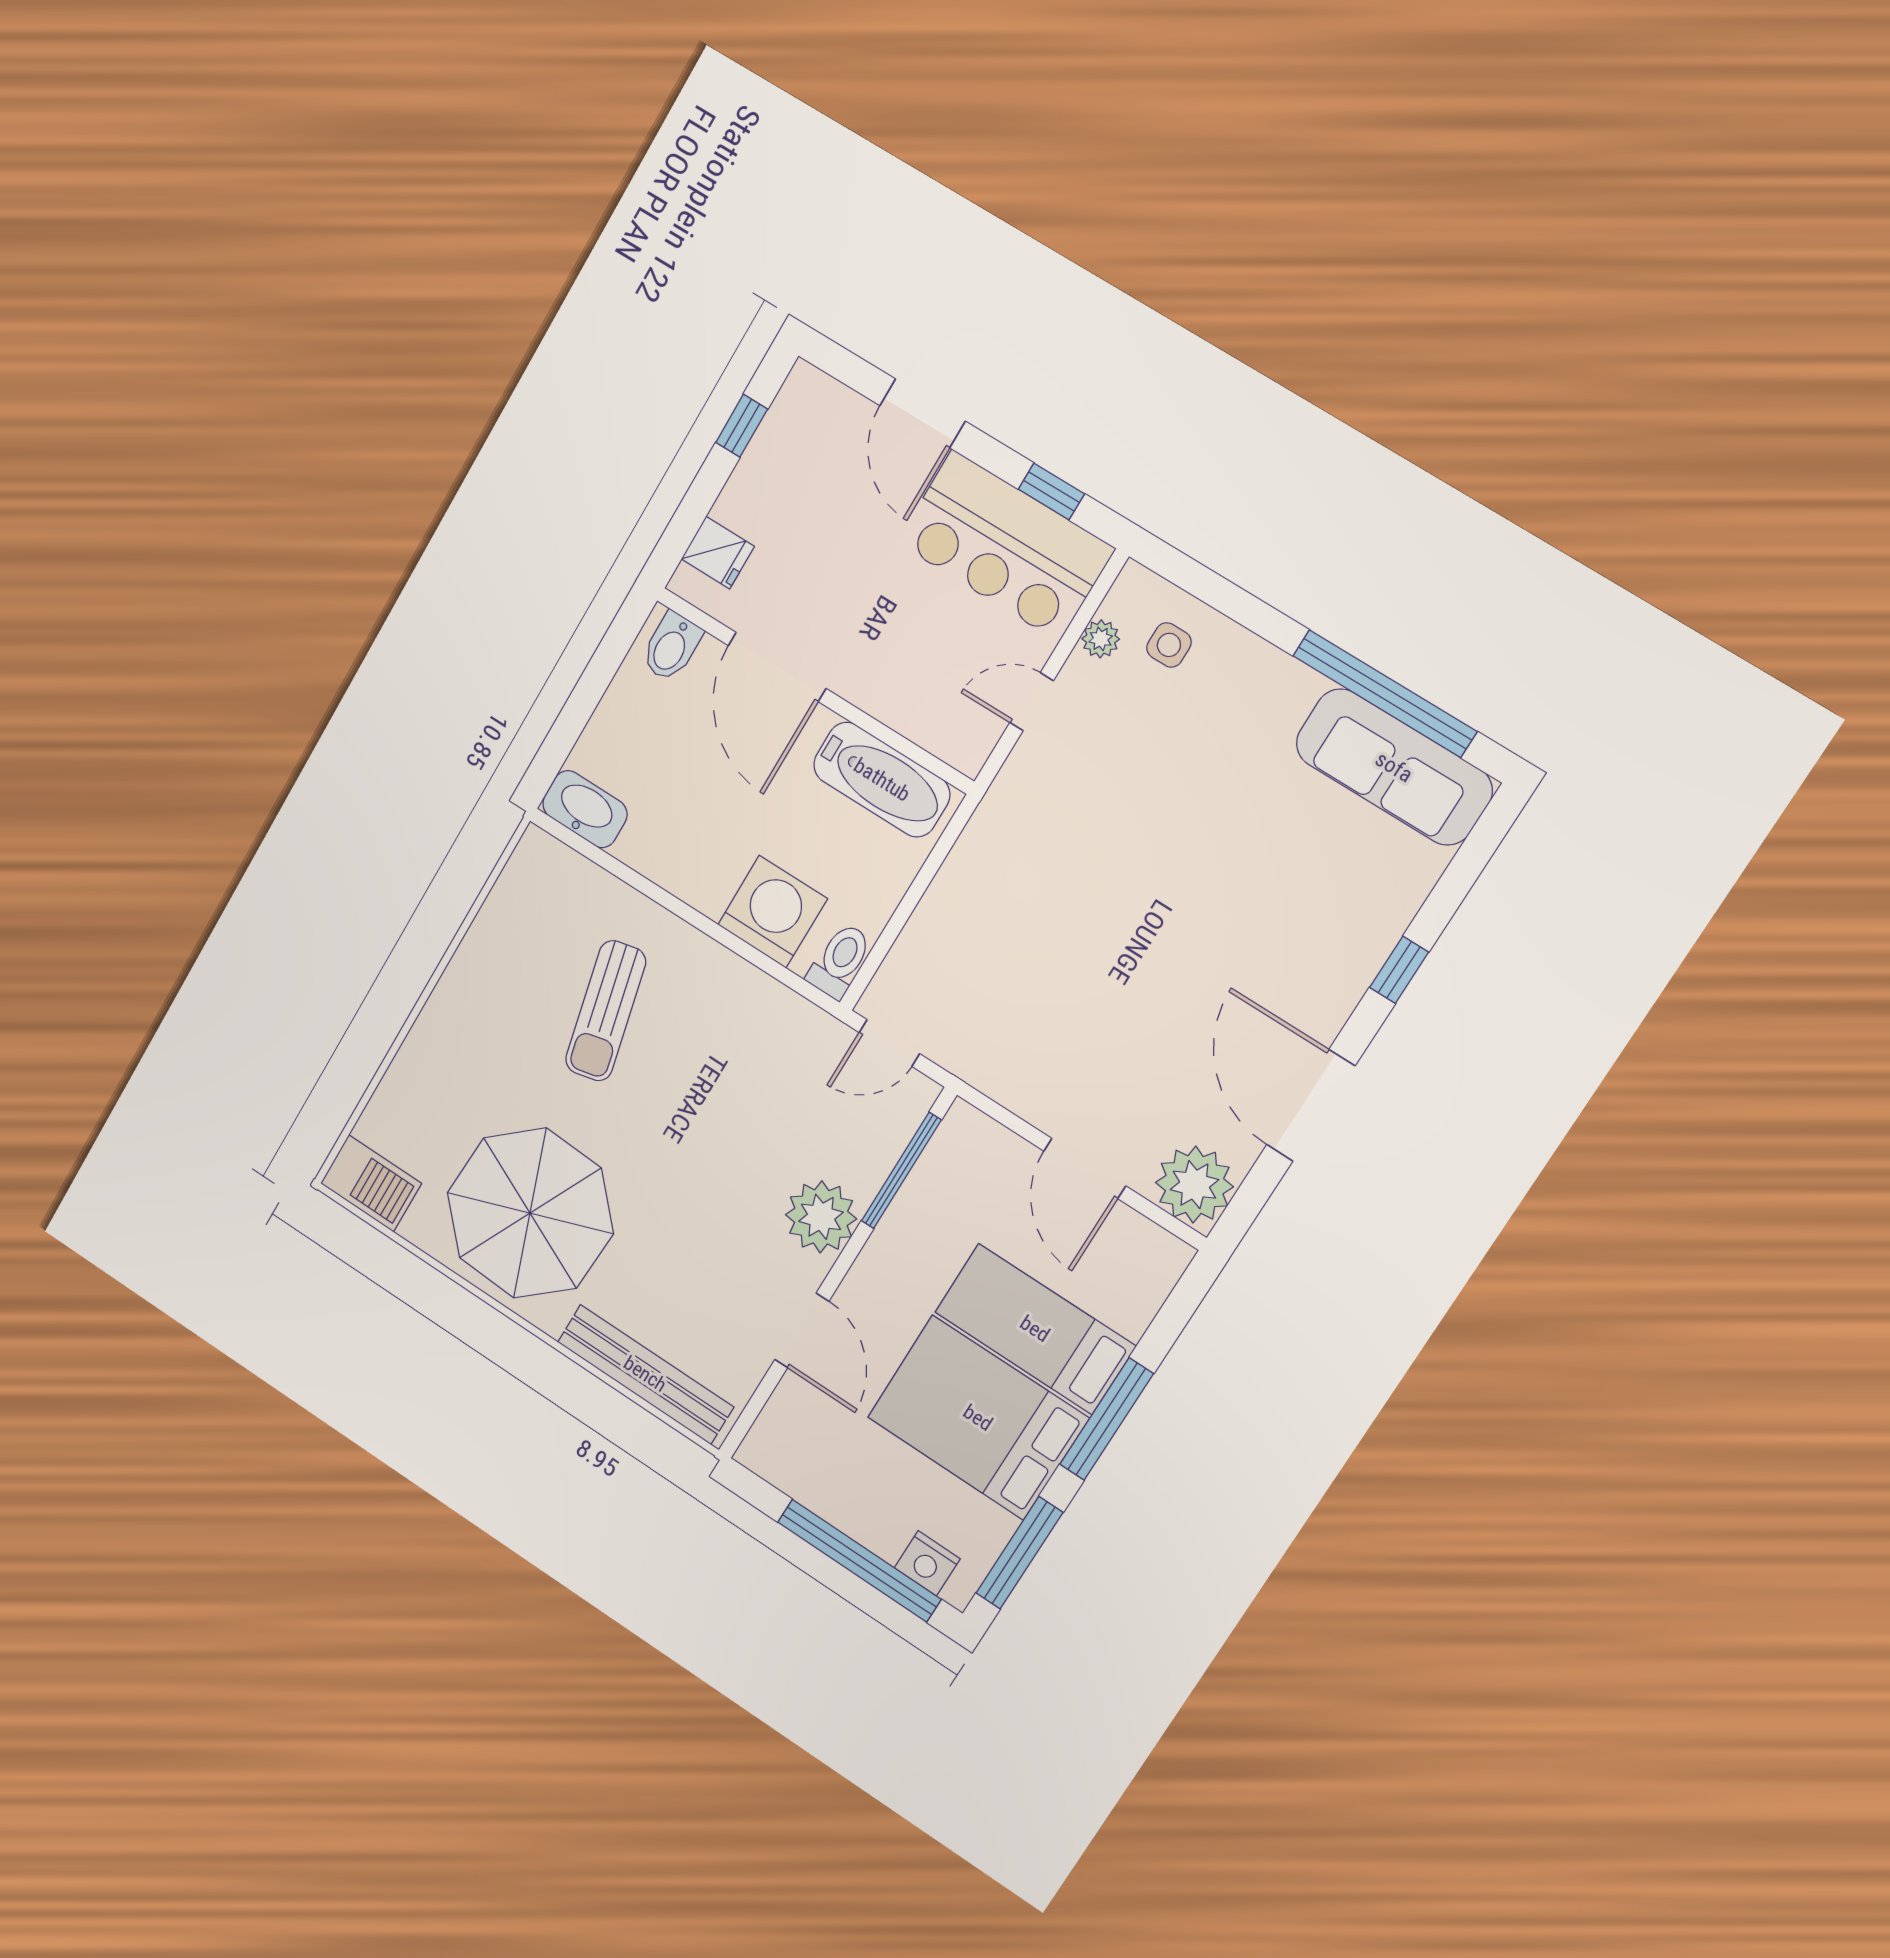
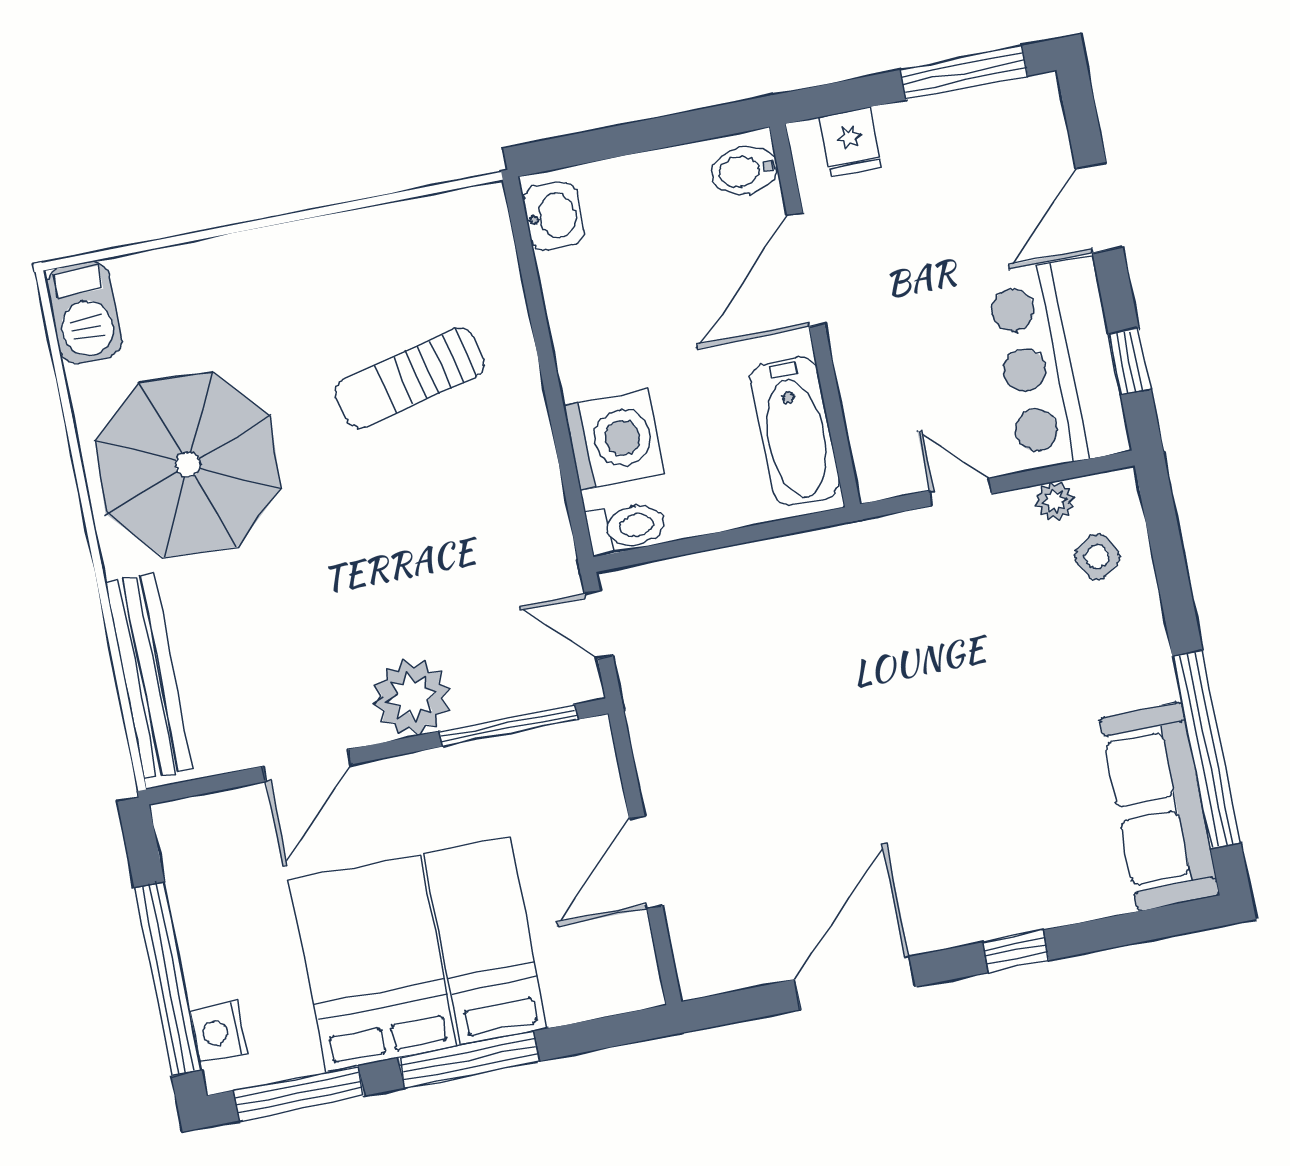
window: (742, 426) -> (964, 73), width x2.17
side table: (1169, 645) -> (1097, 557), turned -34
washbasin: (585, 809) -> (554, 216), width x0.72
plant: (1194, 1185) -> (713, 955), removed

